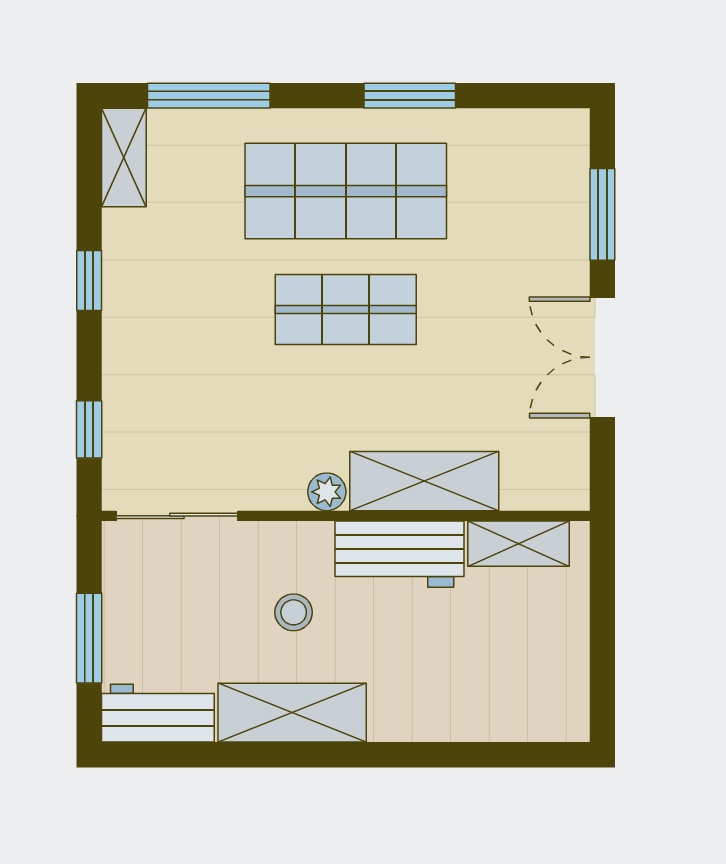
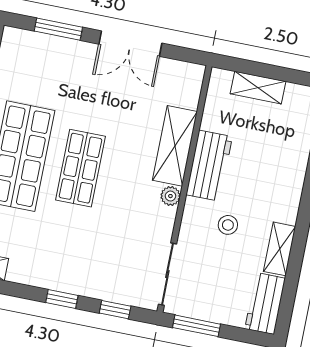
window: (89, 280) -> (62, 299), moved
shelving: (519, 544) -> (258, 88), moved, turned 90
window: (89, 638) -> (197, 326), moved
shelving: (292, 713) -> (280, 249), width x0.67, depth x0.75

